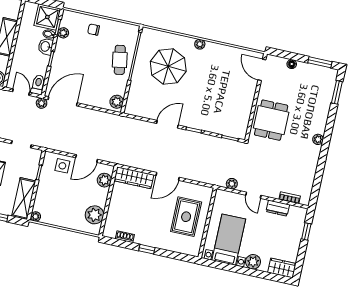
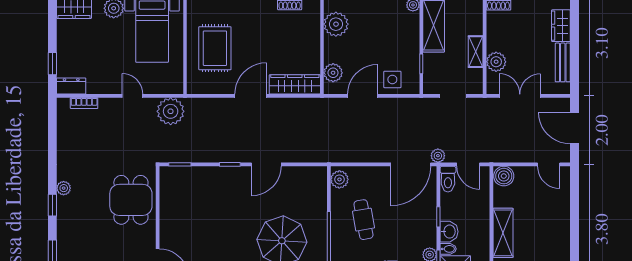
cafe table: (120, 60) -> (363, 220), moved
window: (329, 129) -> (52, 205), added
plant: (232, 184) -> (171, 111), width x1.88, depth x1.88
dresser: (278, 208) -> (71, 86), moved

